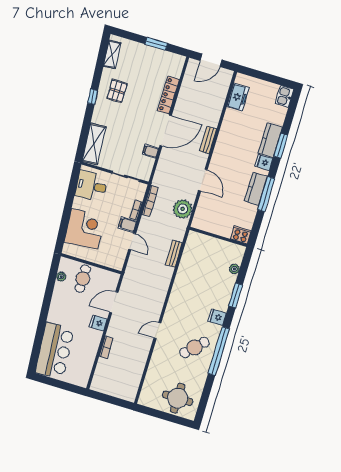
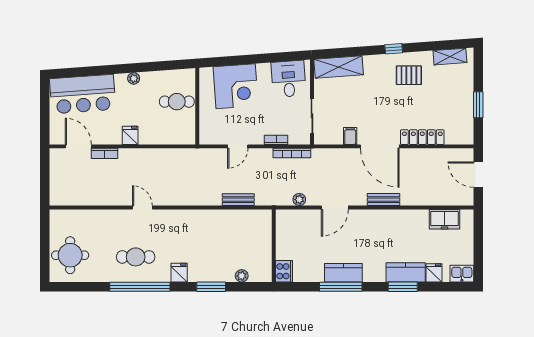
fridge: (264, 162) -> (434, 273), moved
plant: (183, 209) -> (299, 199), width x0.53, depth x0.53
filing cabinet: (127, 225) -> (256, 135), removed
plant: (61, 277) -> (134, 78), moved
door: (114, 302) -> (78, 146), moved
cafe table: (194, 347) -> (136, 257), turned -45

